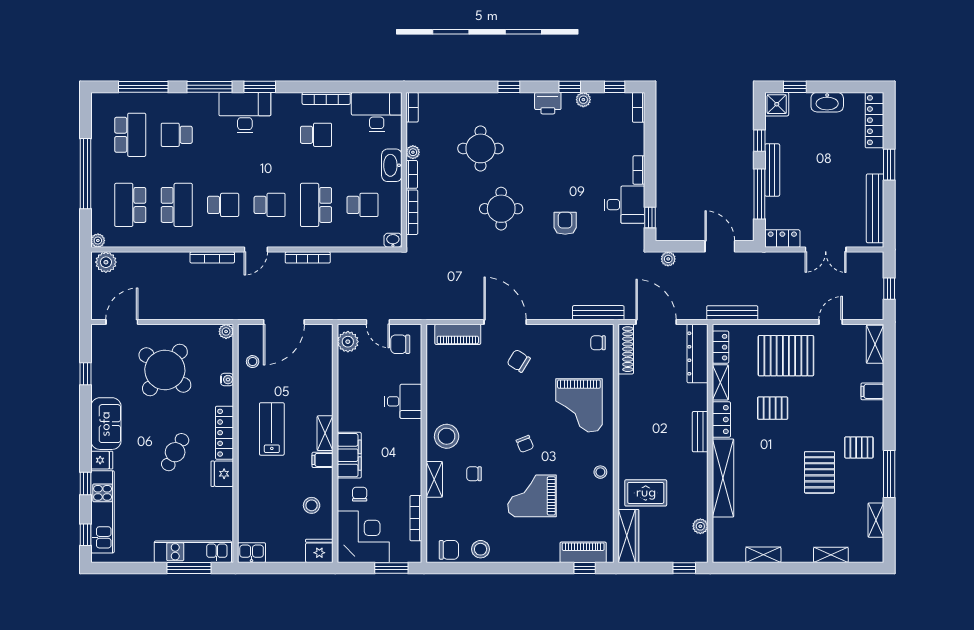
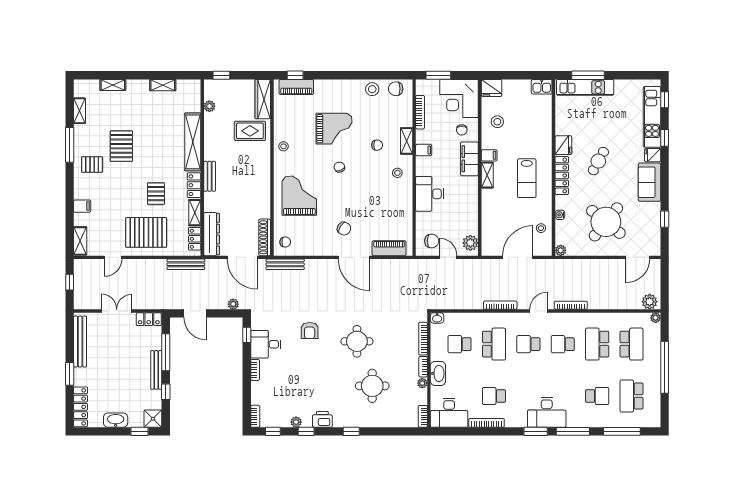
desk: (403, 401) -> (429, 194), width x1.37
pallet: (773, 408) -> (156, 194), turned 90
stool: (447, 436) -> (397, 173), width x0.53, depth x0.53
filing cabinet: (411, 467) -> (424, 150), added

